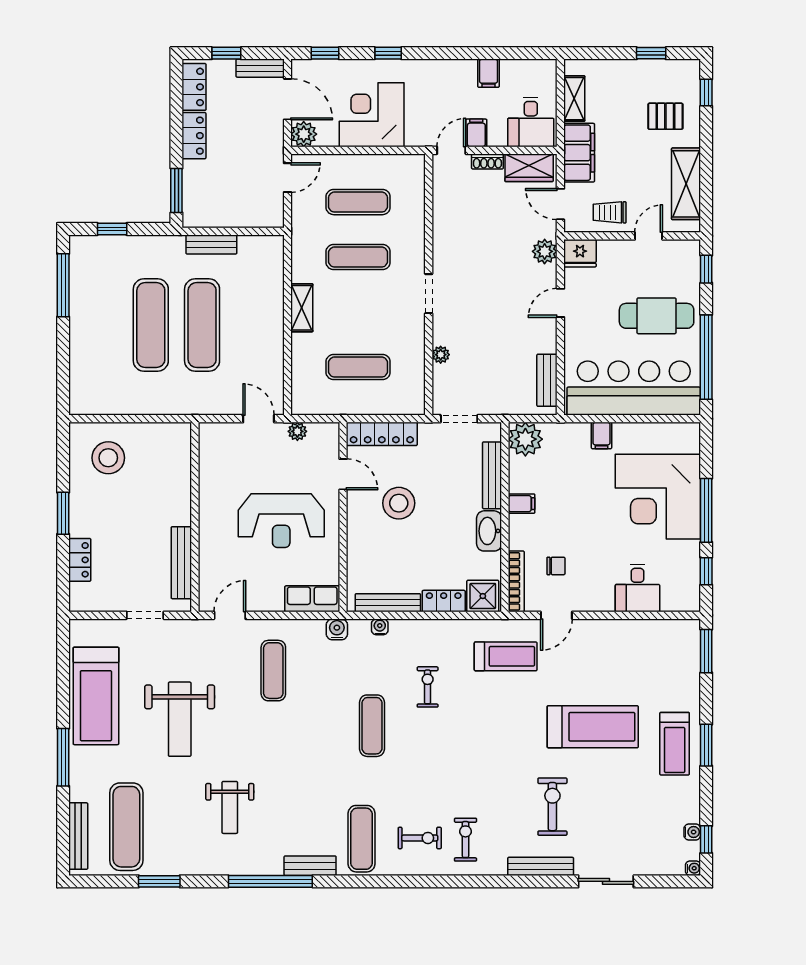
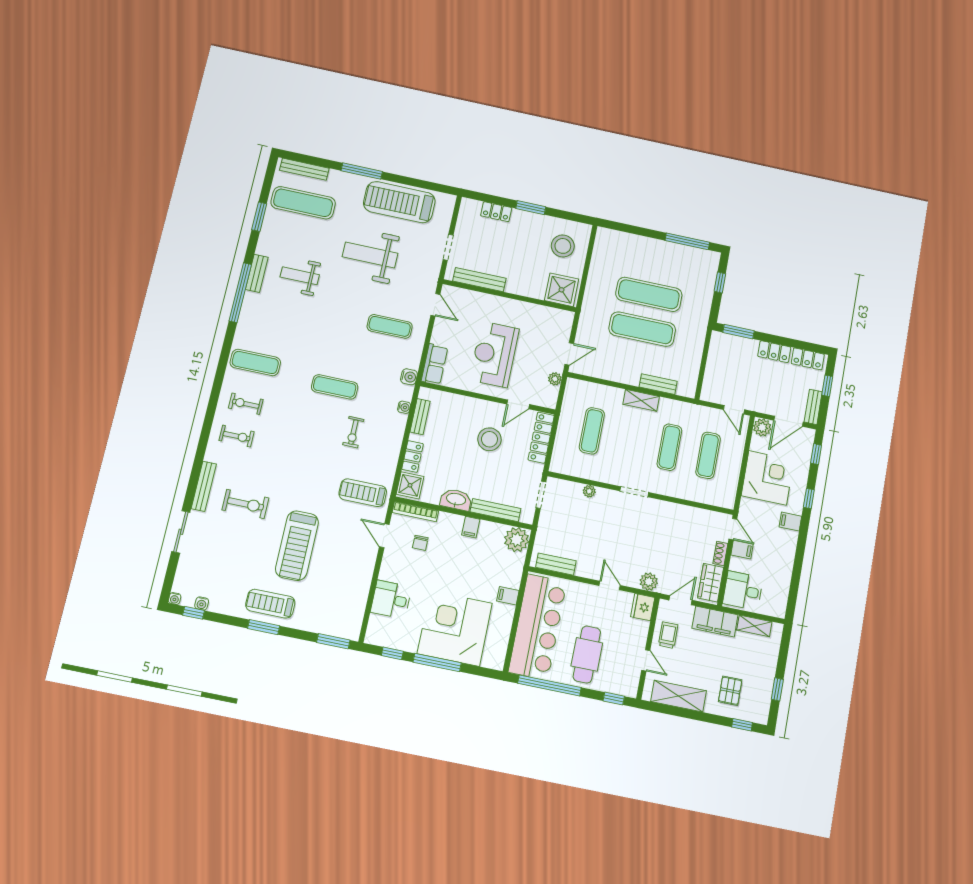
filing cabinet: (488, 73) -> (790, 522), moved
bench: (211, 244) -> (658, 384), moved, turned 90
shower: (171, 447) -> (562, 290), added
bench: (388, 603) -> (420, 417), width x0.73
treadmill: (506, 656) -> (363, 493), turned 90
exercise bike: (428, 687) -> (353, 432), turned 90
exercise bike: (420, 838) -> (246, 404), turned 90
bench: (310, 866) -> (257, 273), moved

